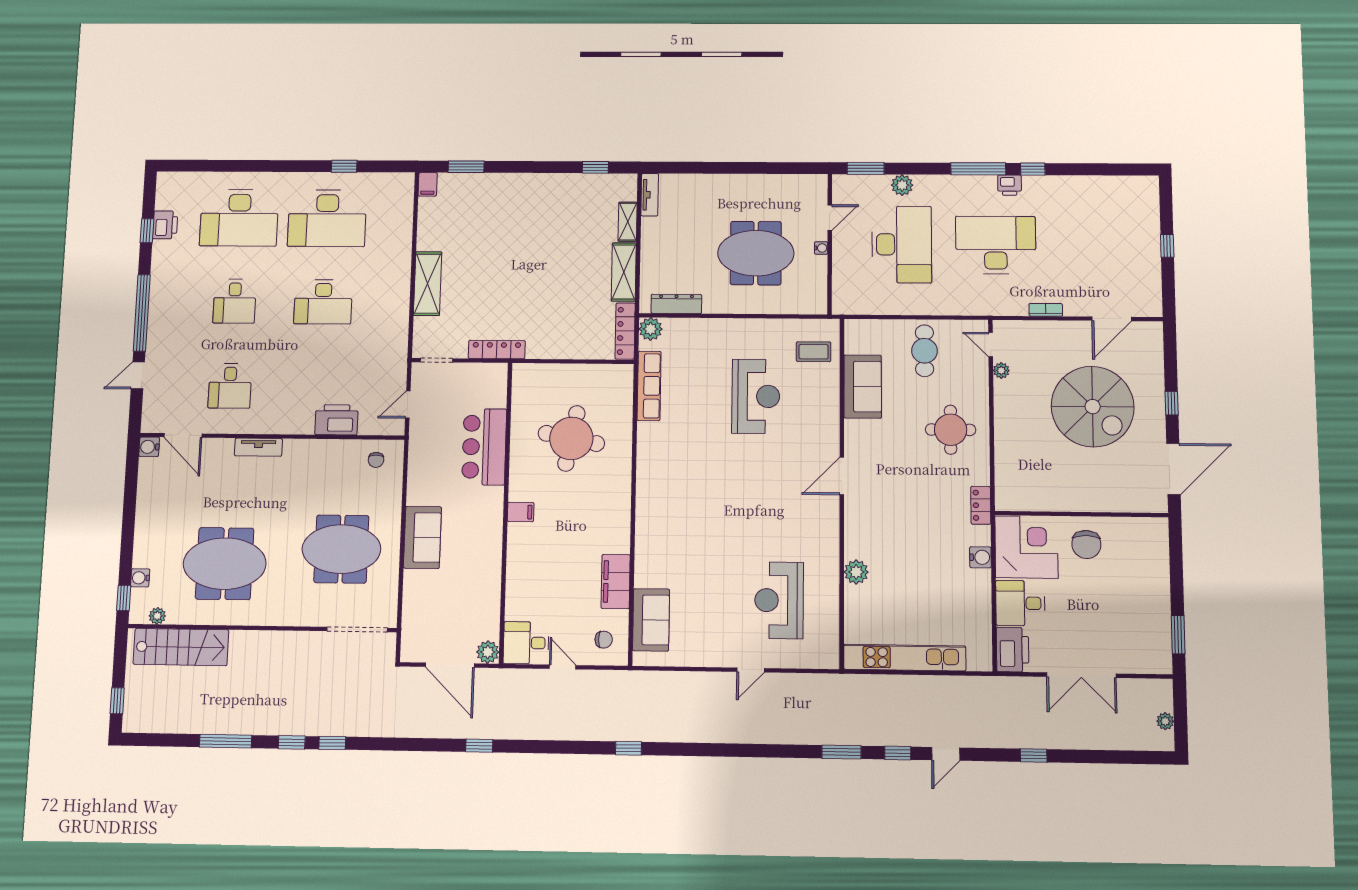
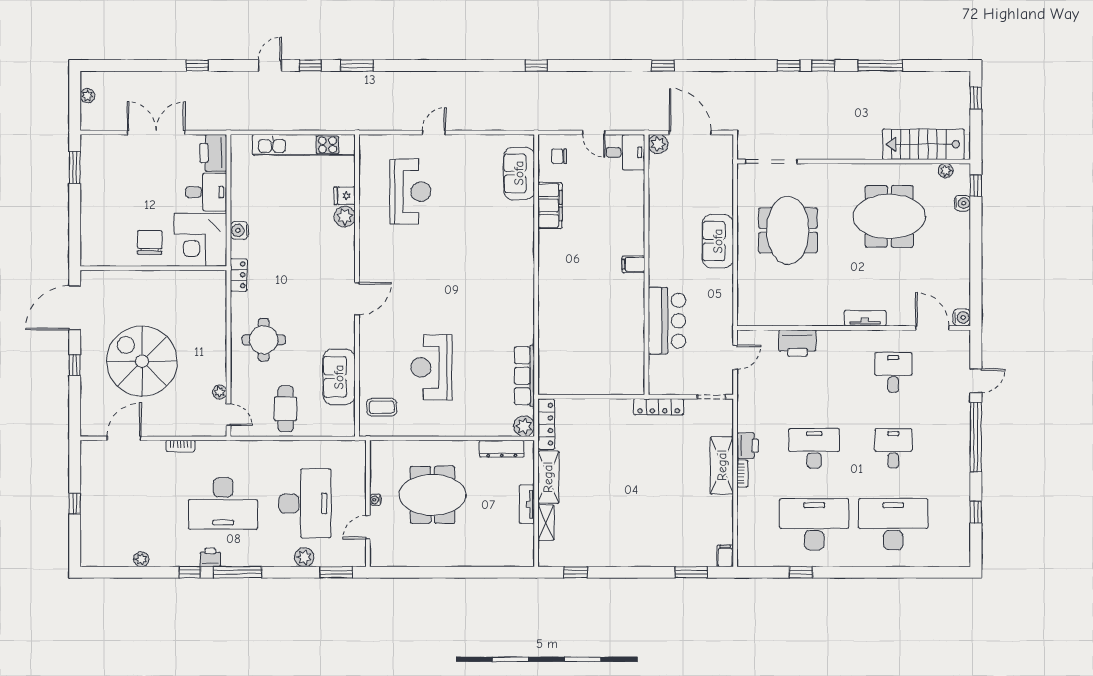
plant: (1089, 184) -> (141, 559), added
tv unit: (650, 195) -> (527, 504), moved
printer: (165, 225) -> (748, 446), moved, turned 180
desk: (902, 244) -> (305, 503), turned 180
bookcase: (405, 275) -> (742, 473), added
round table: (571, 438) -> (591, 329), removed
chair: (376, 460) -> (761, 308), removed
meeting table: (341, 549) -> (788, 230), turned 90
fridge: (856, 596) -> (345, 196), added

